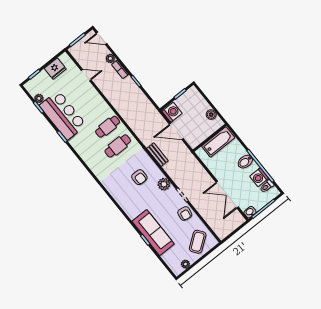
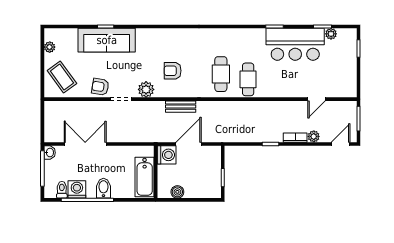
fridge: (55, 69) -> (348, 74), removed
washing machine: (172, 112) -> (167, 155), moved, turned -90

